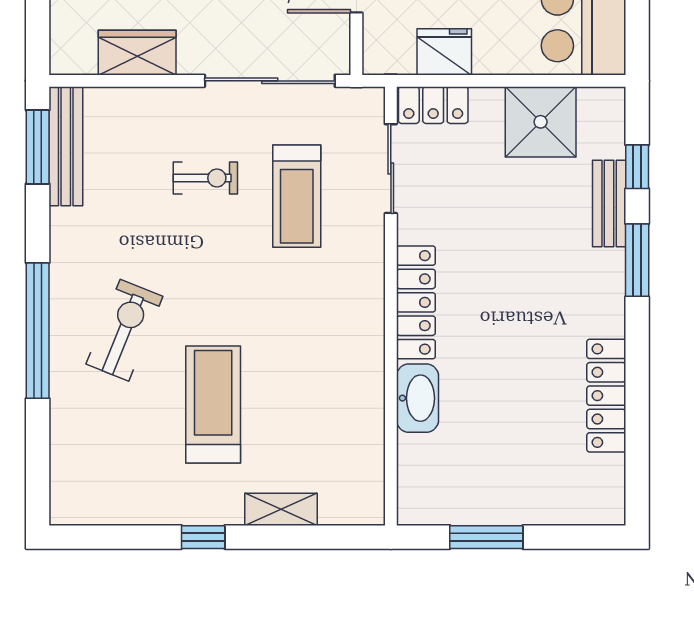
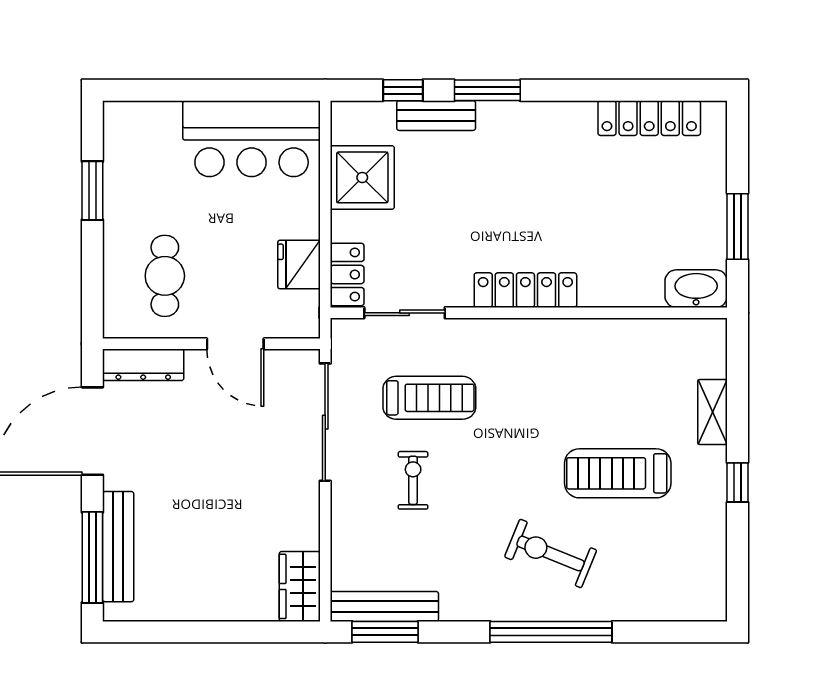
wardrobe: (137, 53) -> (300, 586), moved
locker: (606, 396) -> (649, 118), moved
washbasin: (418, 398) -> (696, 289), moved

